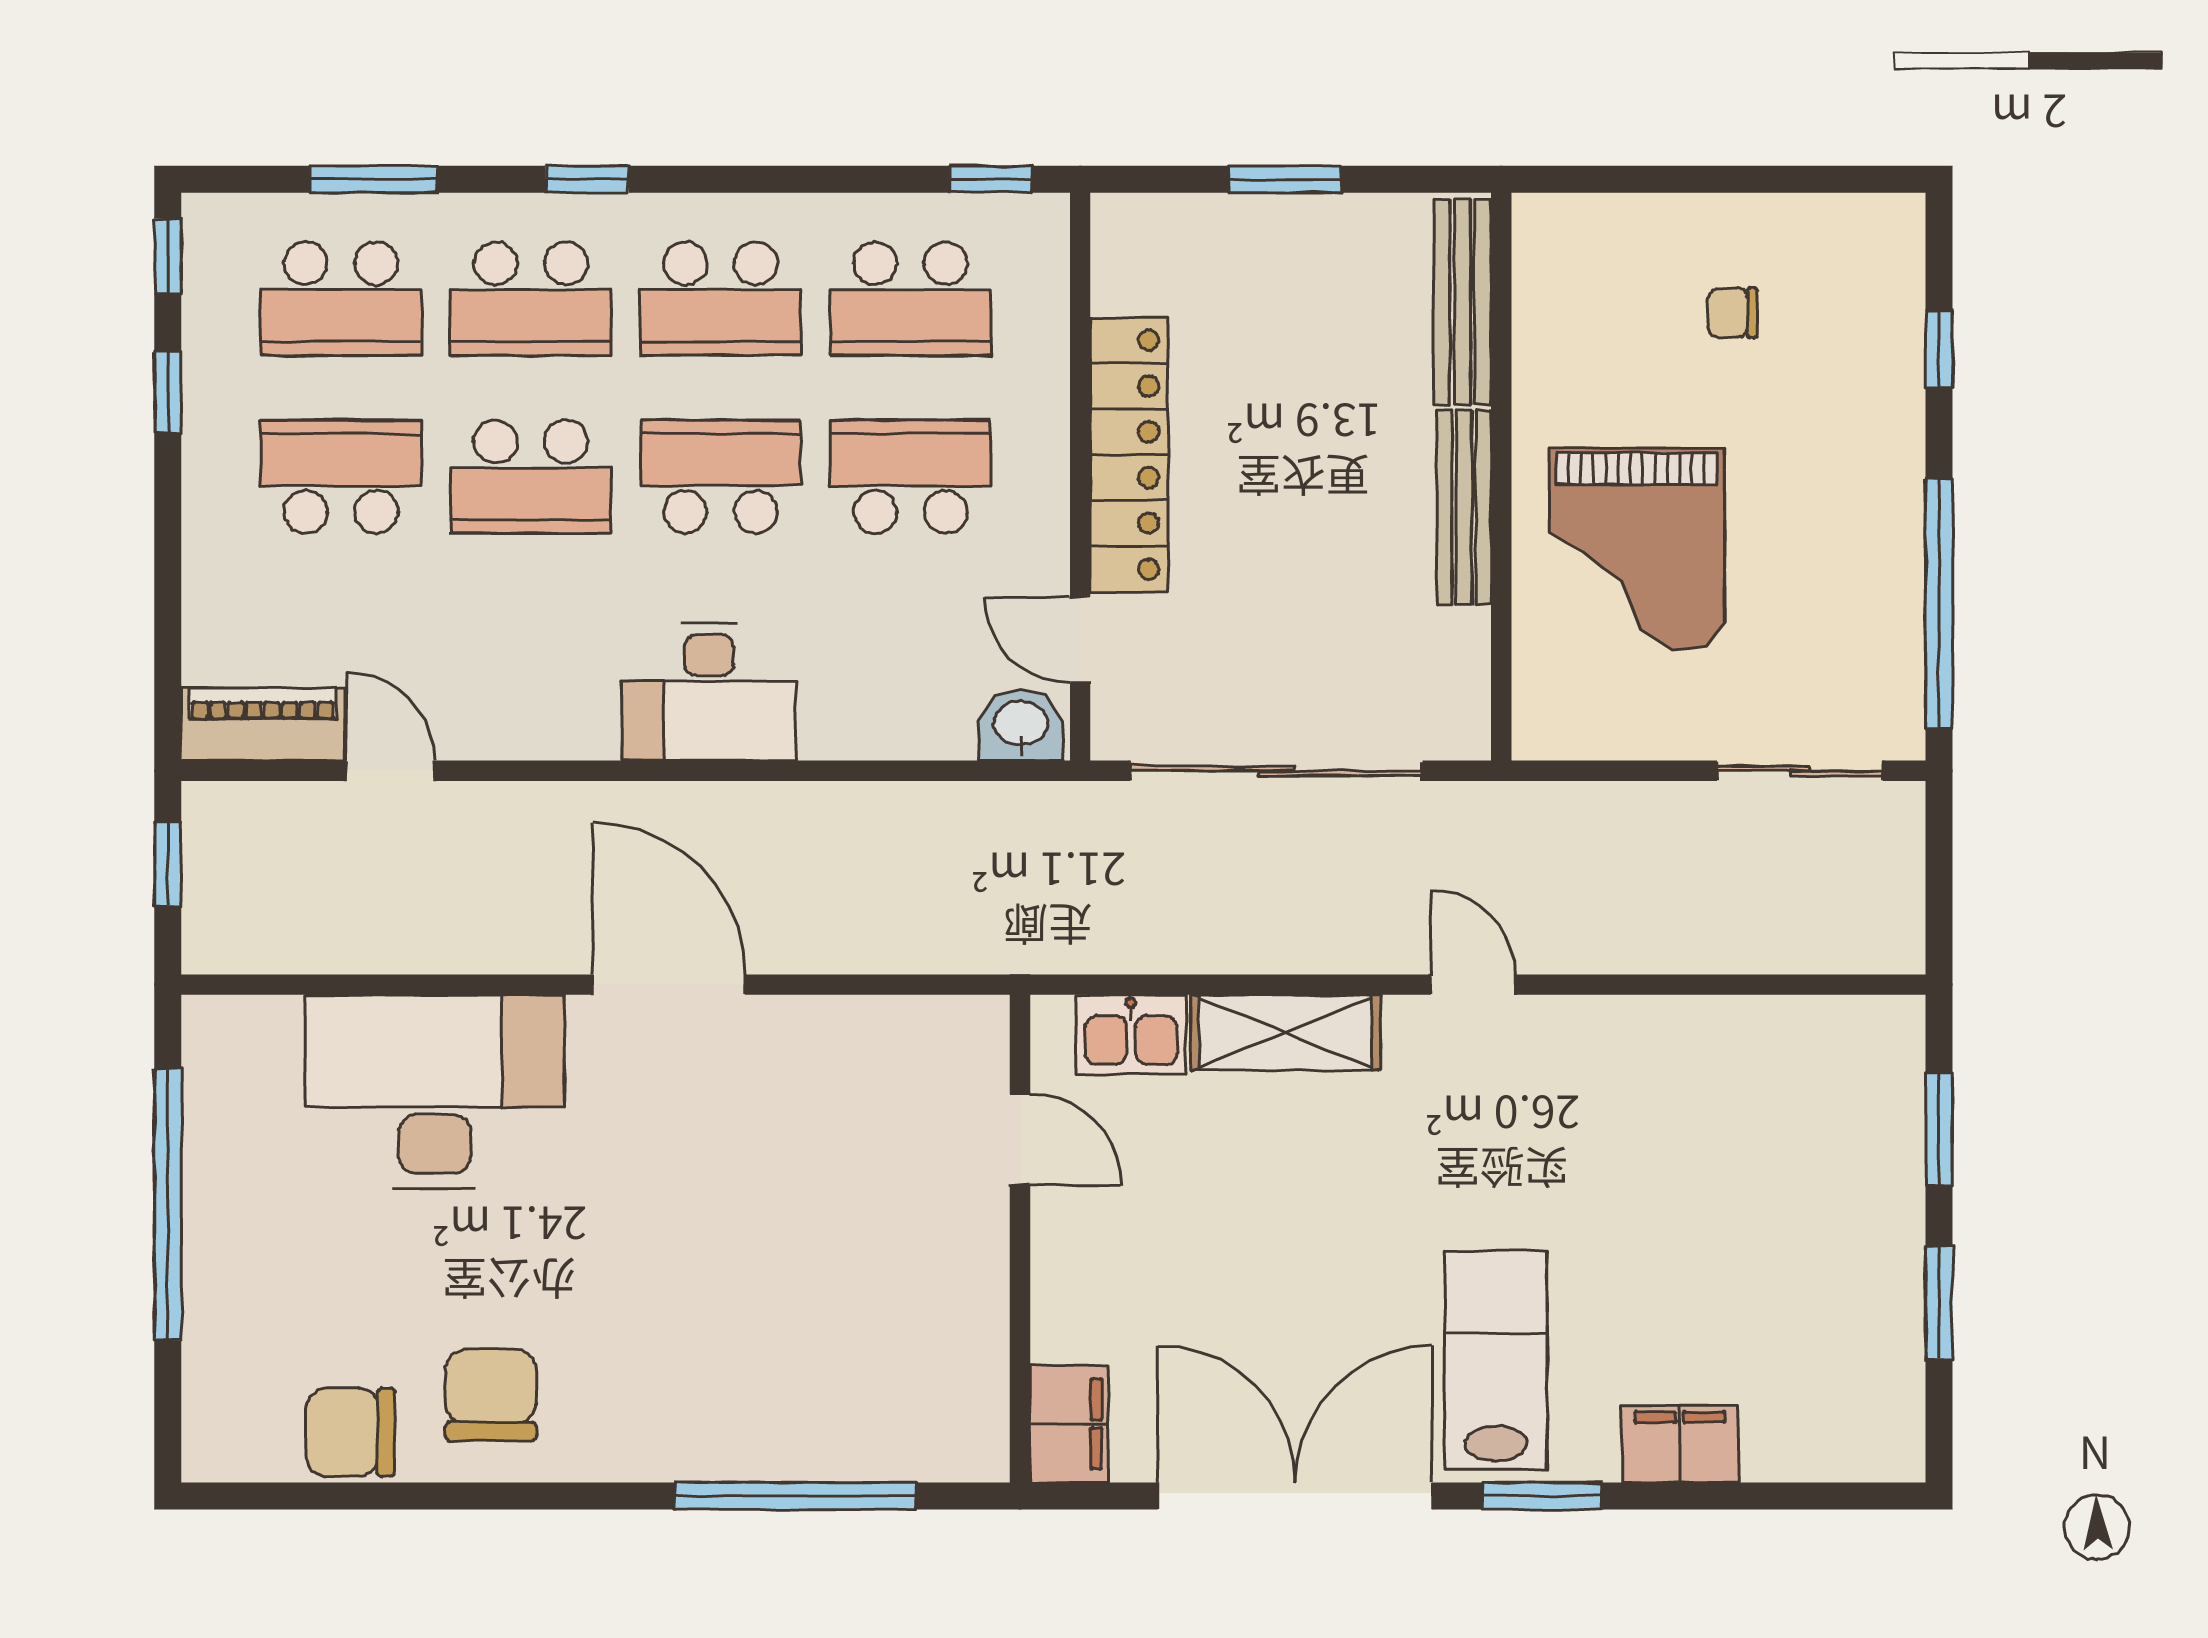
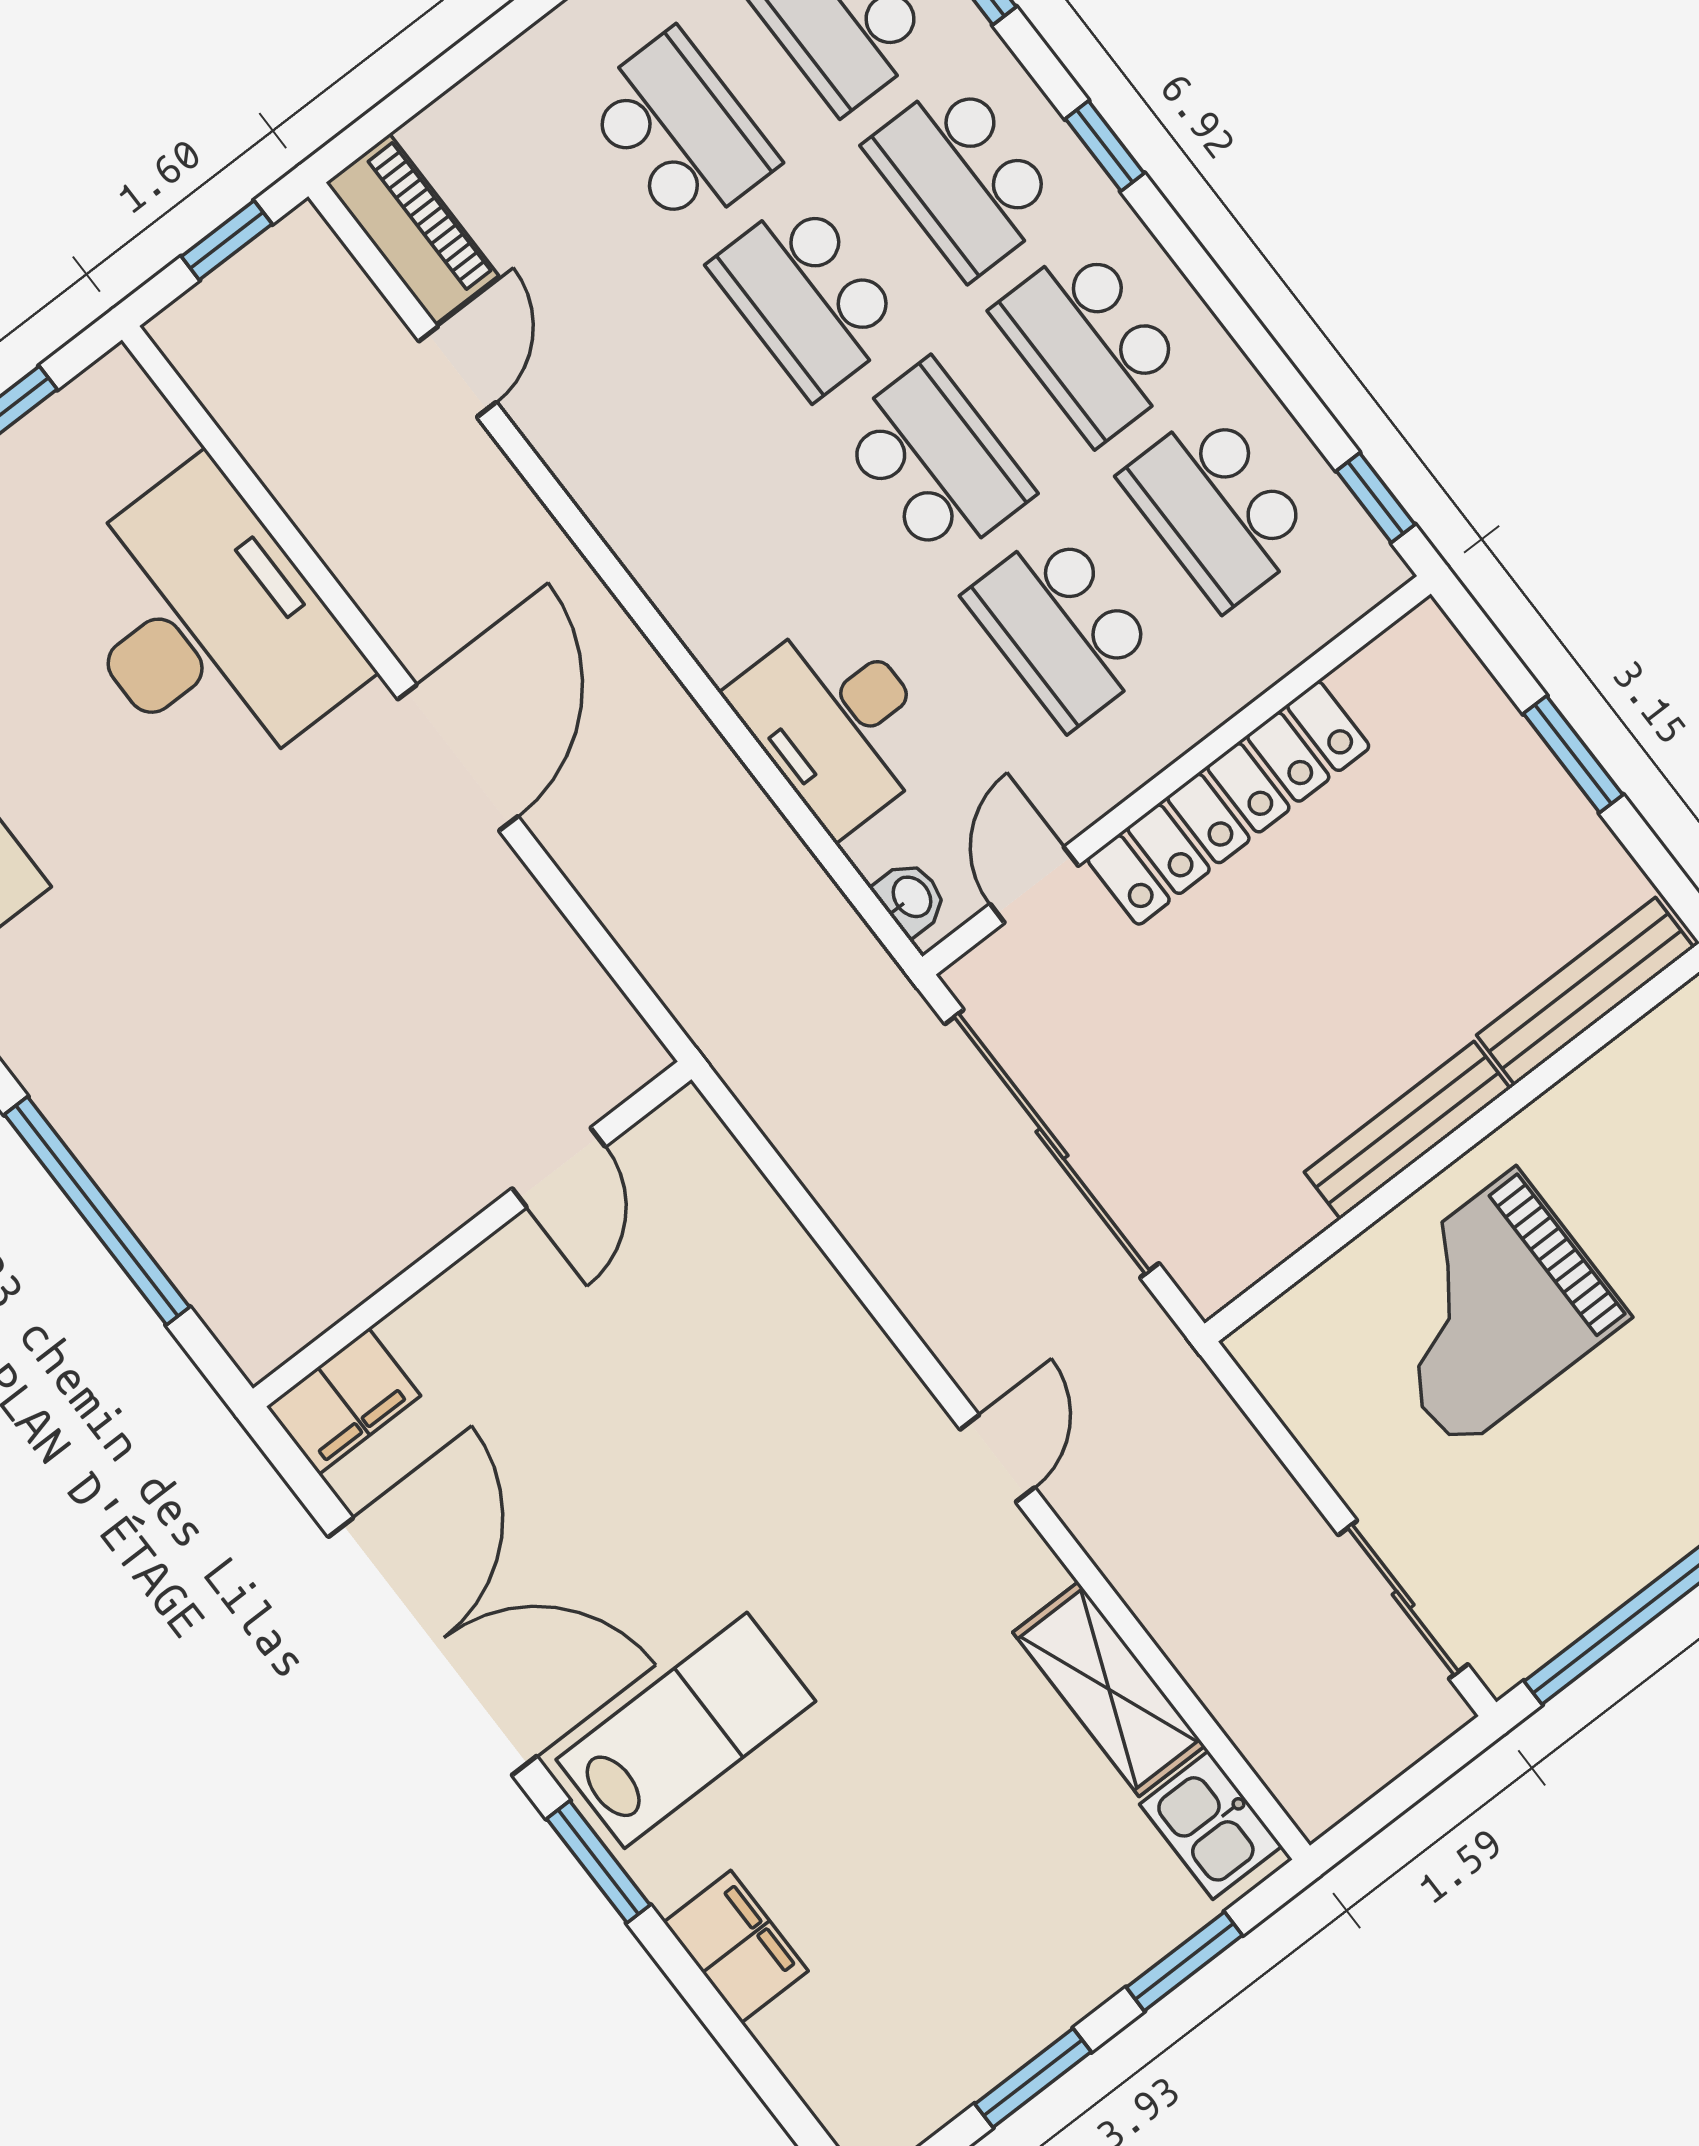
school desk: (910, 477) -> (1062, 627), turned 180
desk: (709, 692) -> (837, 722), moved
washbasin: (1021, 725) -> (911, 898), width x0.72, depth x0.69
shelving: (1286, 1032) -> (1109, 1689), moved
kitchen sink: (1131, 1034) -> (1211, 1825), moved

